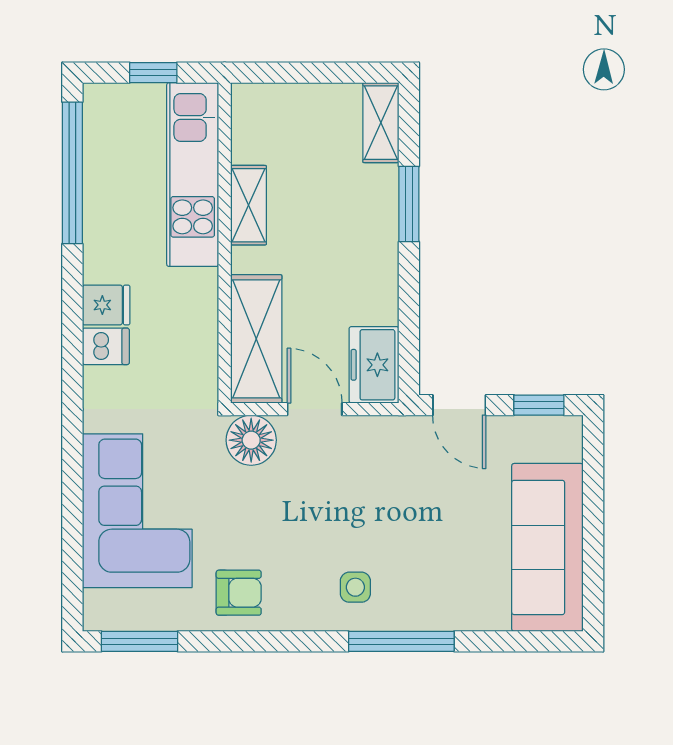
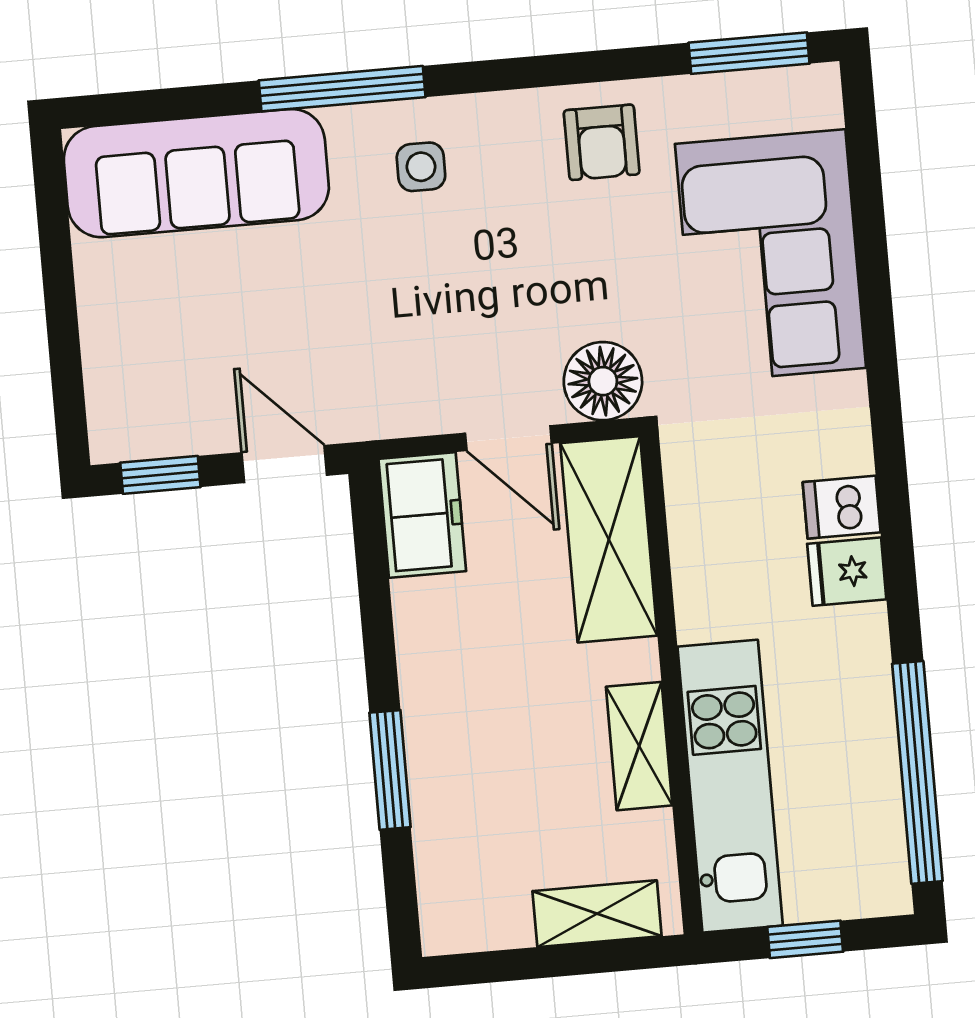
shelving: (381, 123) -> (597, 914), moved, turned 90
sofa: (547, 547) -> (196, 173), moved, turned 90
armchair: (239, 593) -> (602, 142), turned -90

